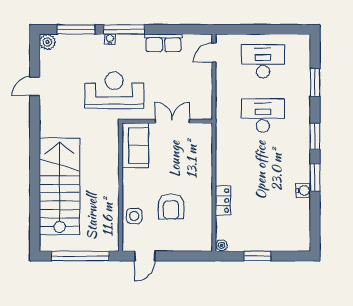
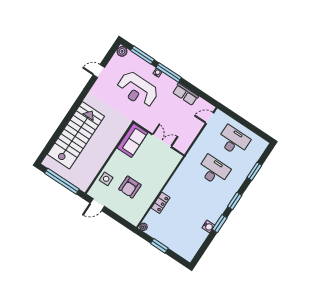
reception desk: (114, 90) -> (137, 90), moved, turned 180

